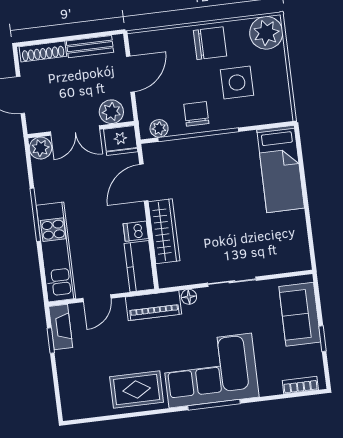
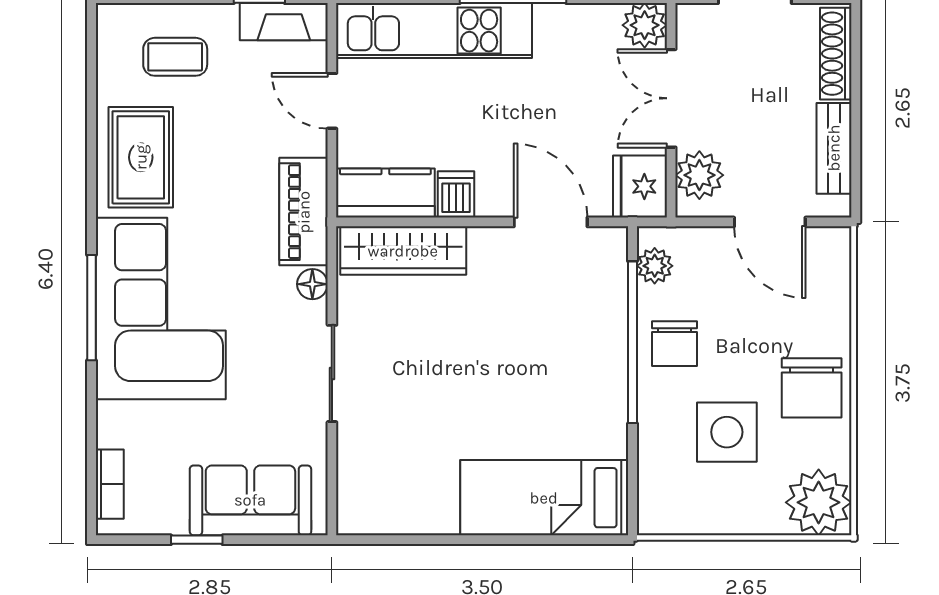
chair: (196, 114) -> (675, 344), turned 90
wardrobe: (164, 231) -> (403, 251), moved
coffee table: (85, 379) -> (175, 57), added

